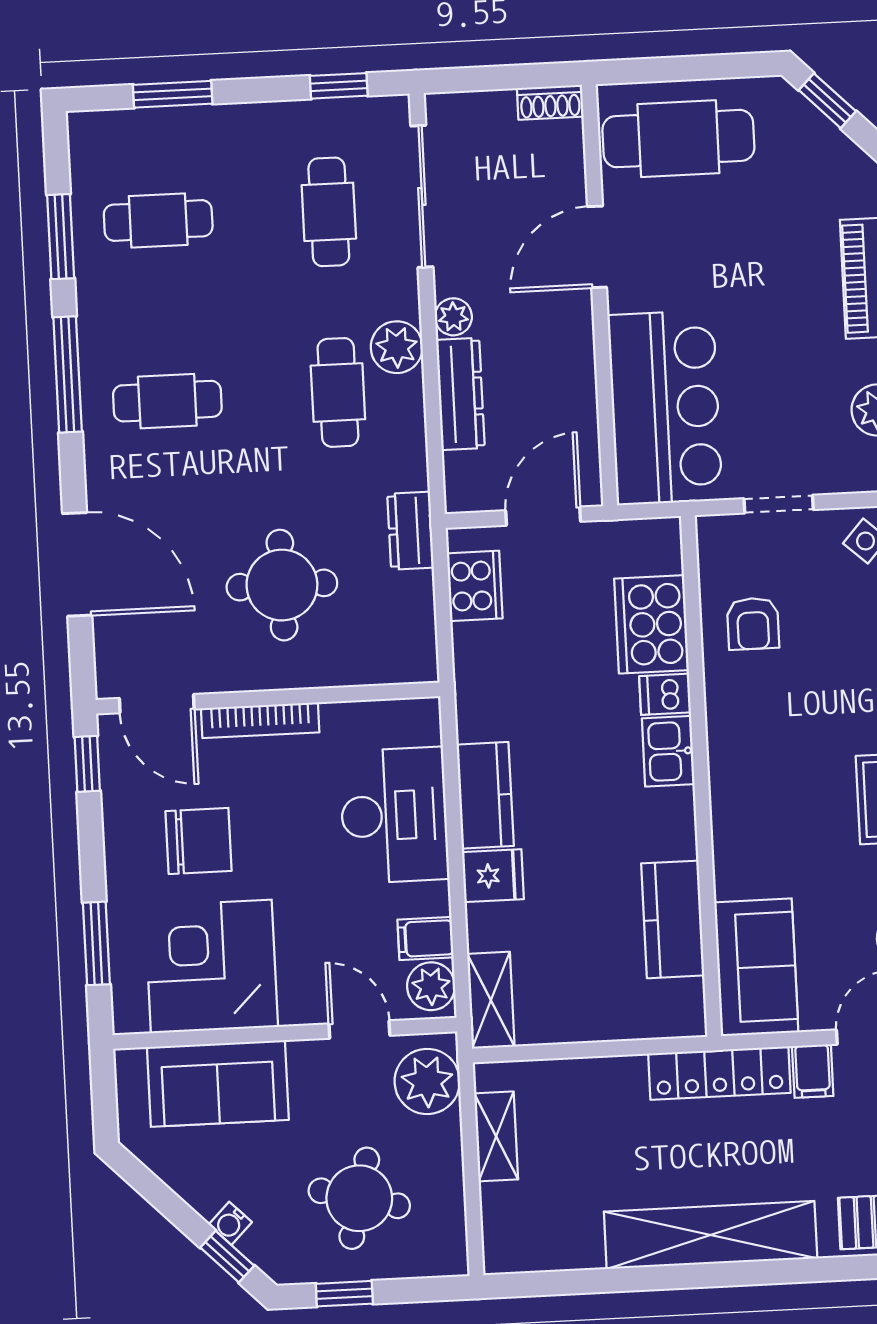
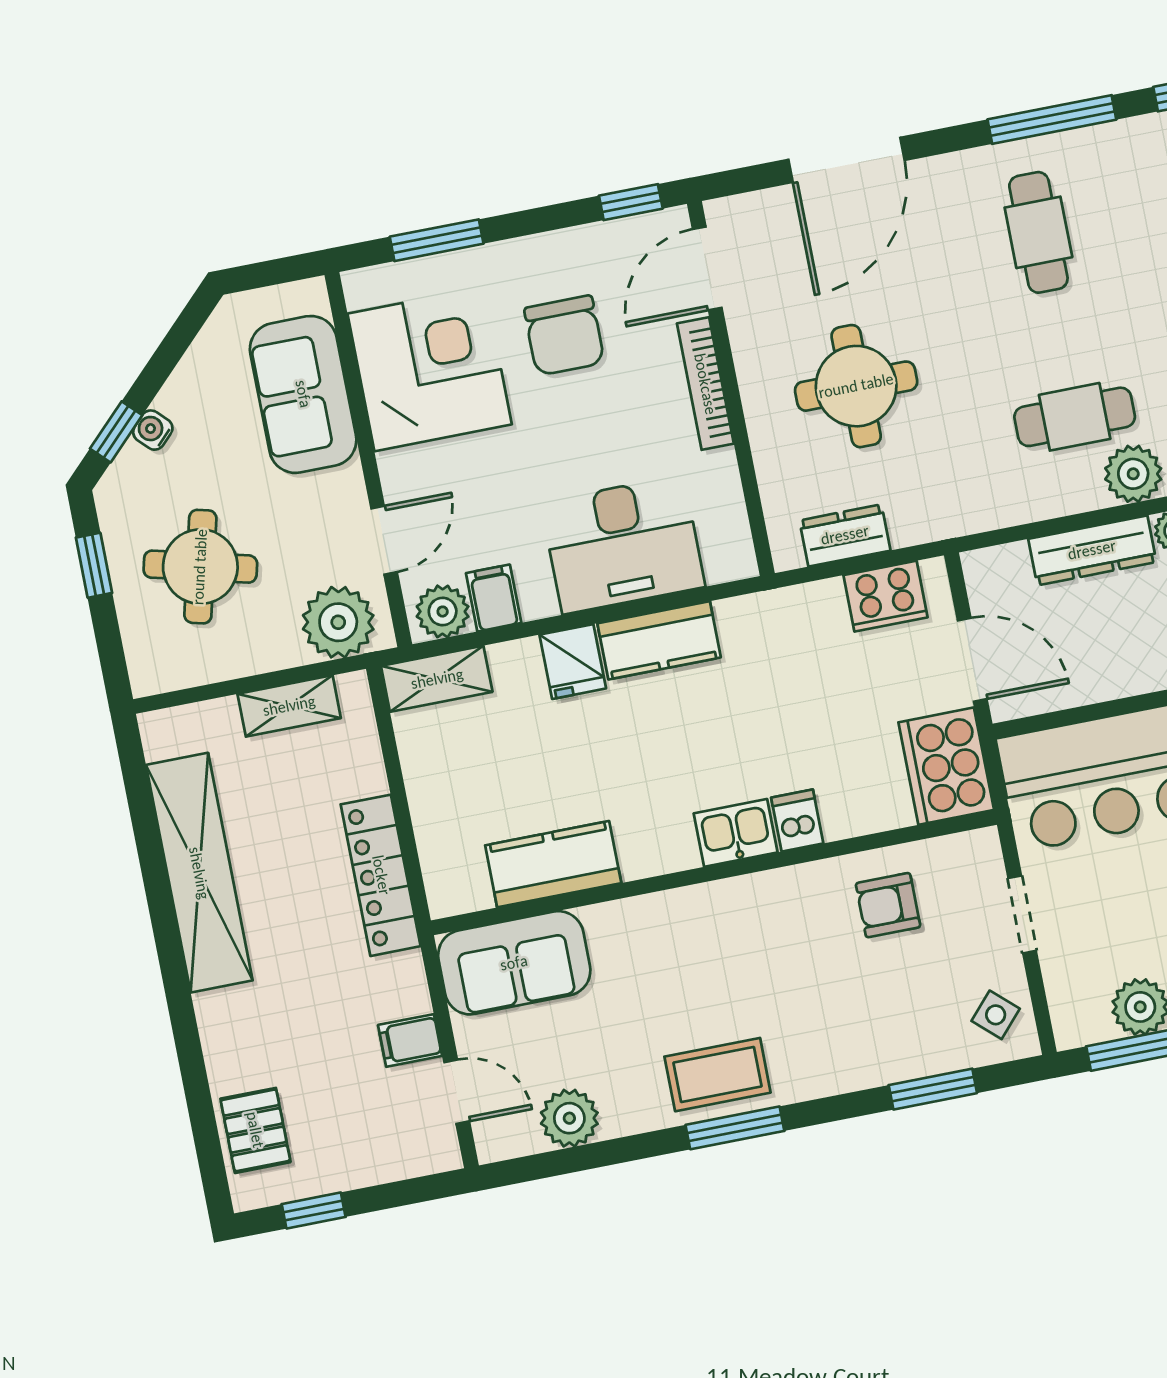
dresser: (411, 531) -> (845, 535), moved
cooker: (651, 624) -> (946, 766), moved, turned -90
locker: (719, 1073) -> (381, 875), moved
shelving: (711, 1235) -> (199, 873), moved

